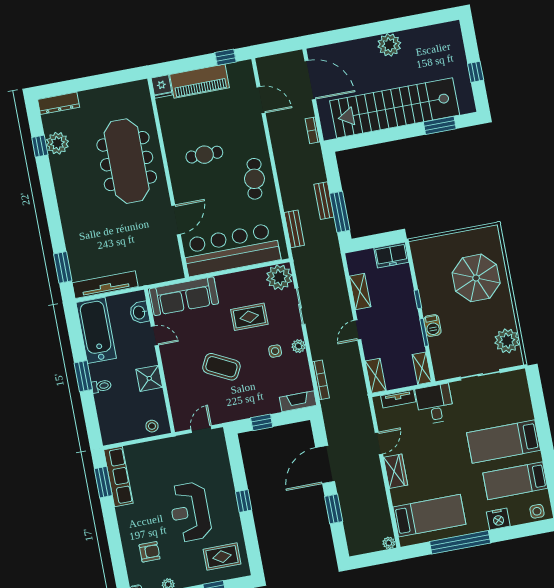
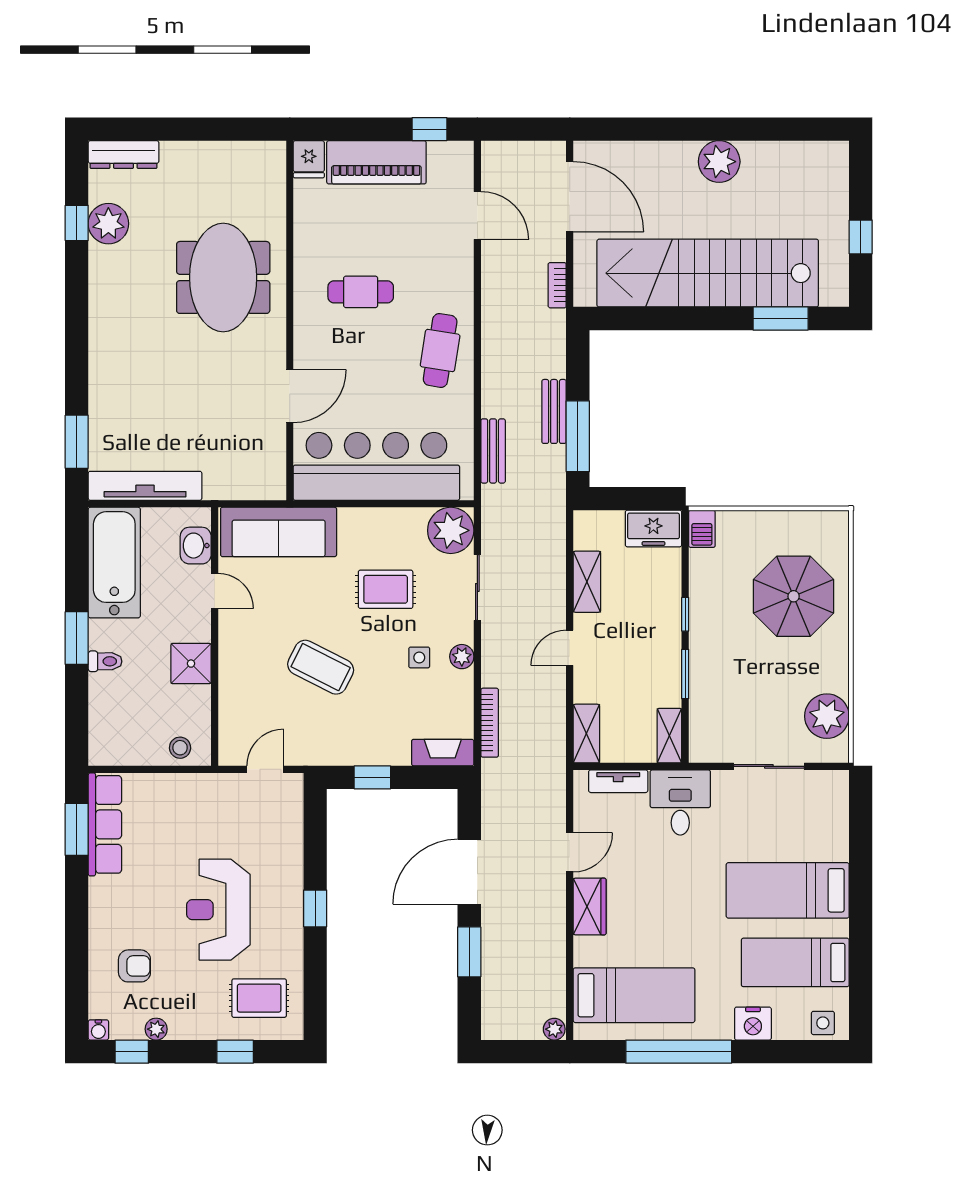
meeting table: (127, 161) -> (223, 277), width x0.73
barbecue: (432, 325) -> (702, 529), moved

